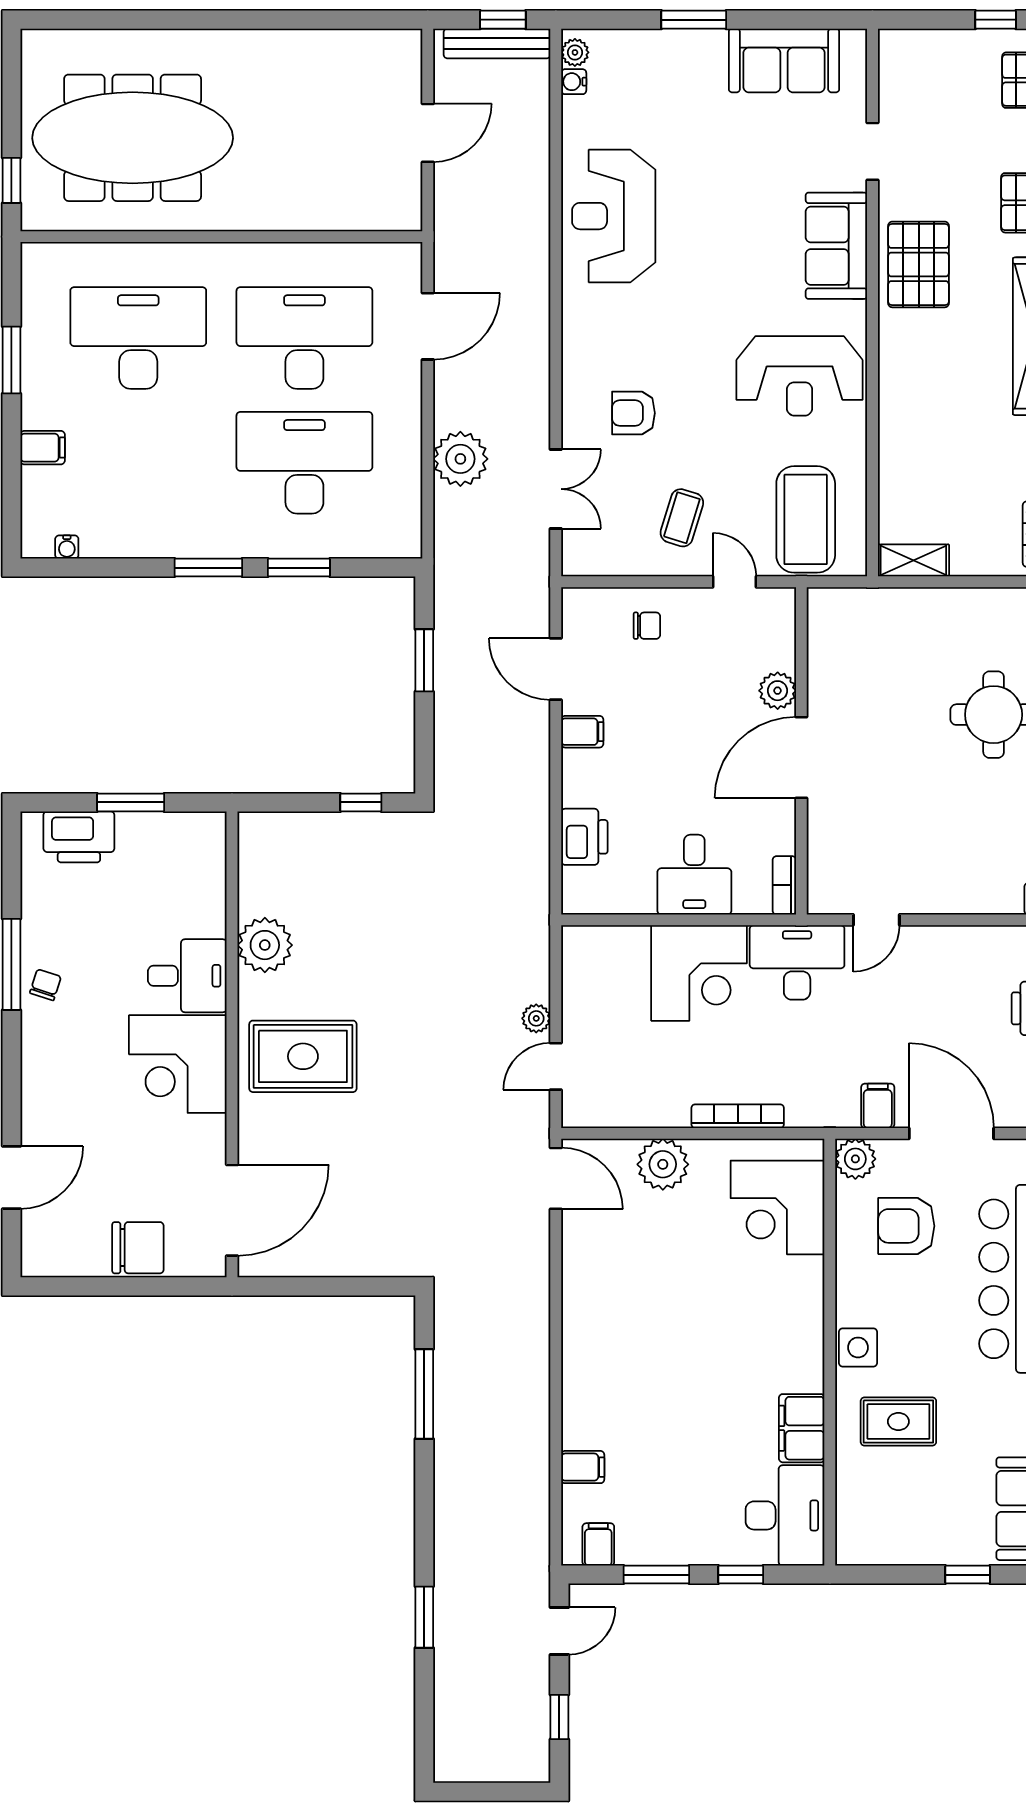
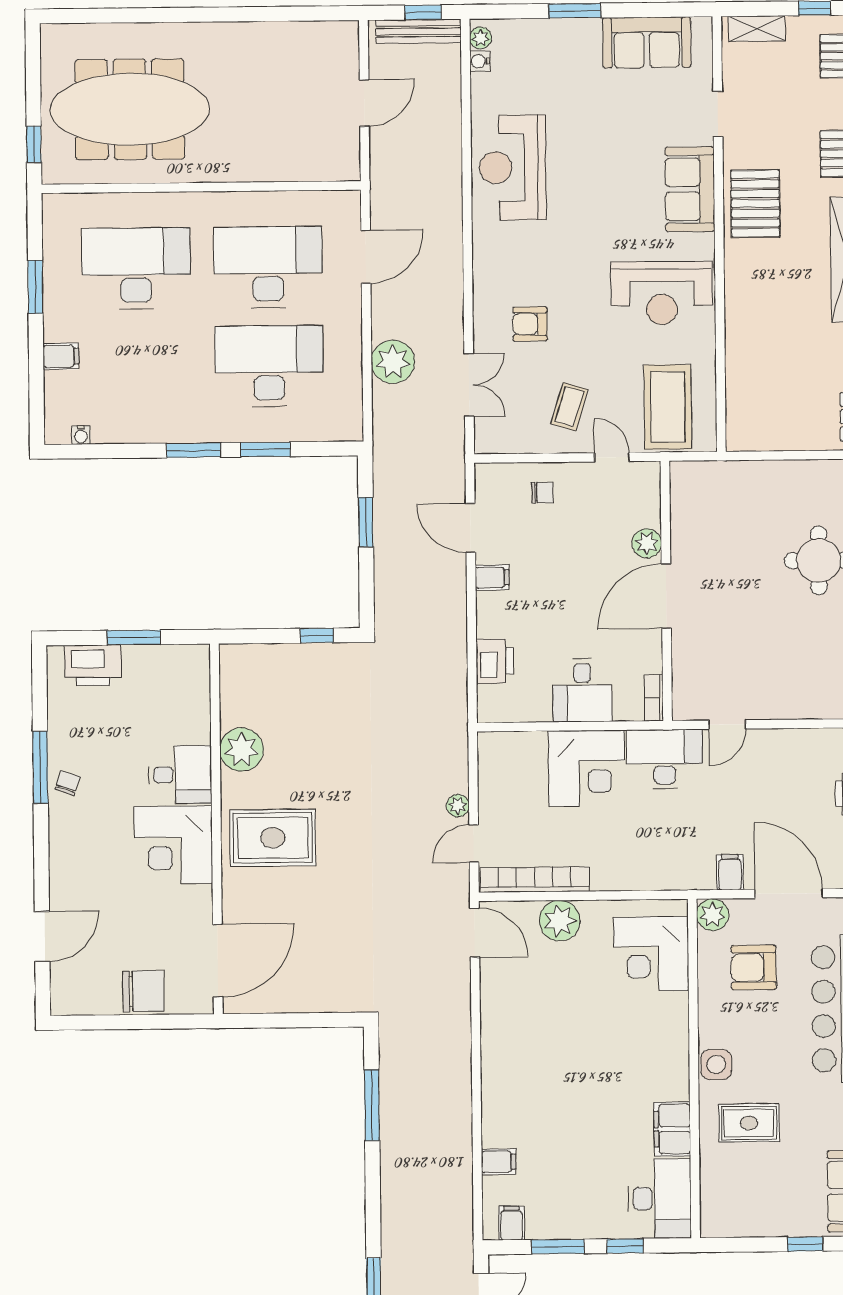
shelving: (913, 560) -> (757, 29), moved
bookcase: (738, 1116) -> (535, 880), moved, width x1.48, depth x1.31

